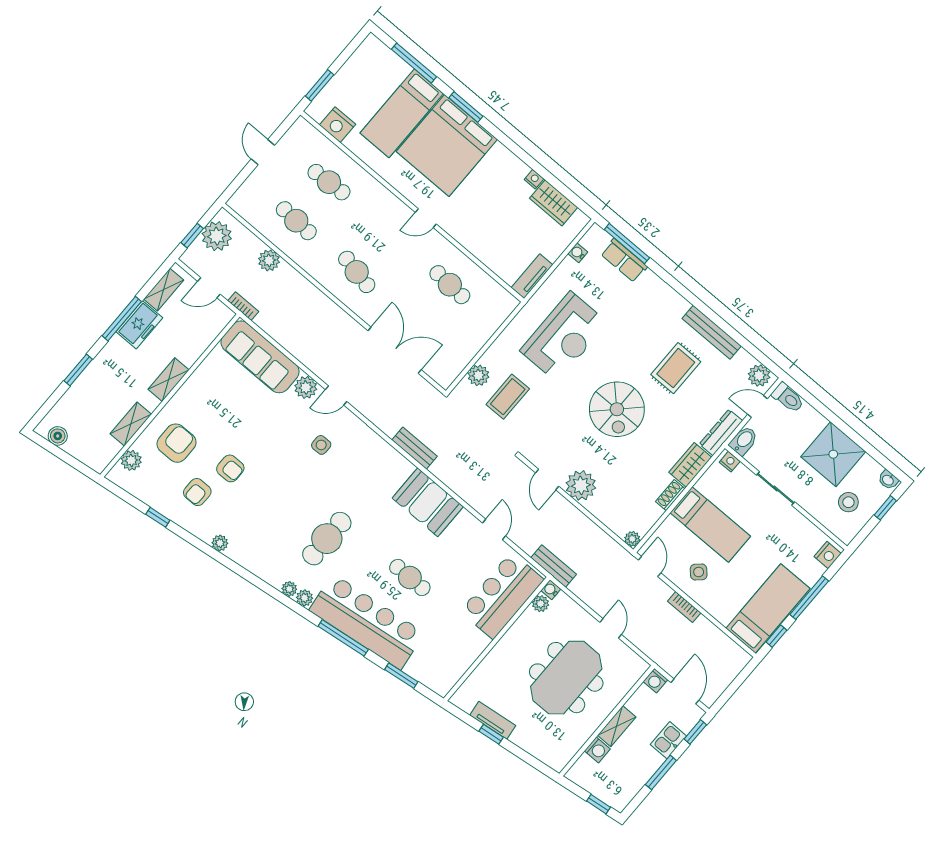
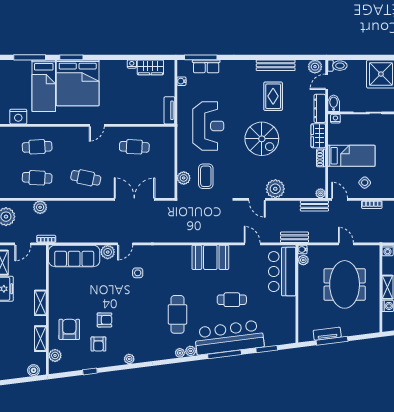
boiler: (58, 436) -> (34, 370), moved
bench: (415, 448) -> (314, 206), moved
window: (491, 734) -> (332, 341), width x2.17

